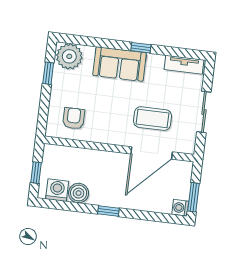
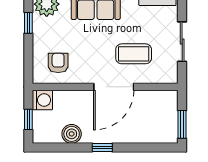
door: (152, 153) -> (114, 87), moved
washing machine: (57, 190) -> (42, 100), moved, turned 90
washing machine: (180, 208) -> (171, 136), removed

